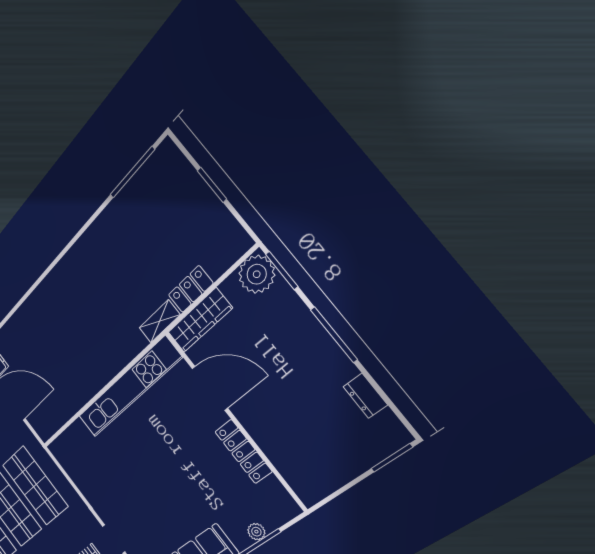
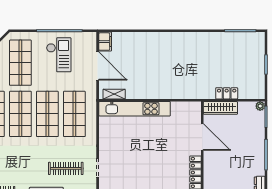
plant: (257, 274) -> (260, 106), width x0.53, depth x0.53
shelving: (160, 321) -> (114, 94), moved
kitchen unit: (129, 388) -> (135, 109), moved

